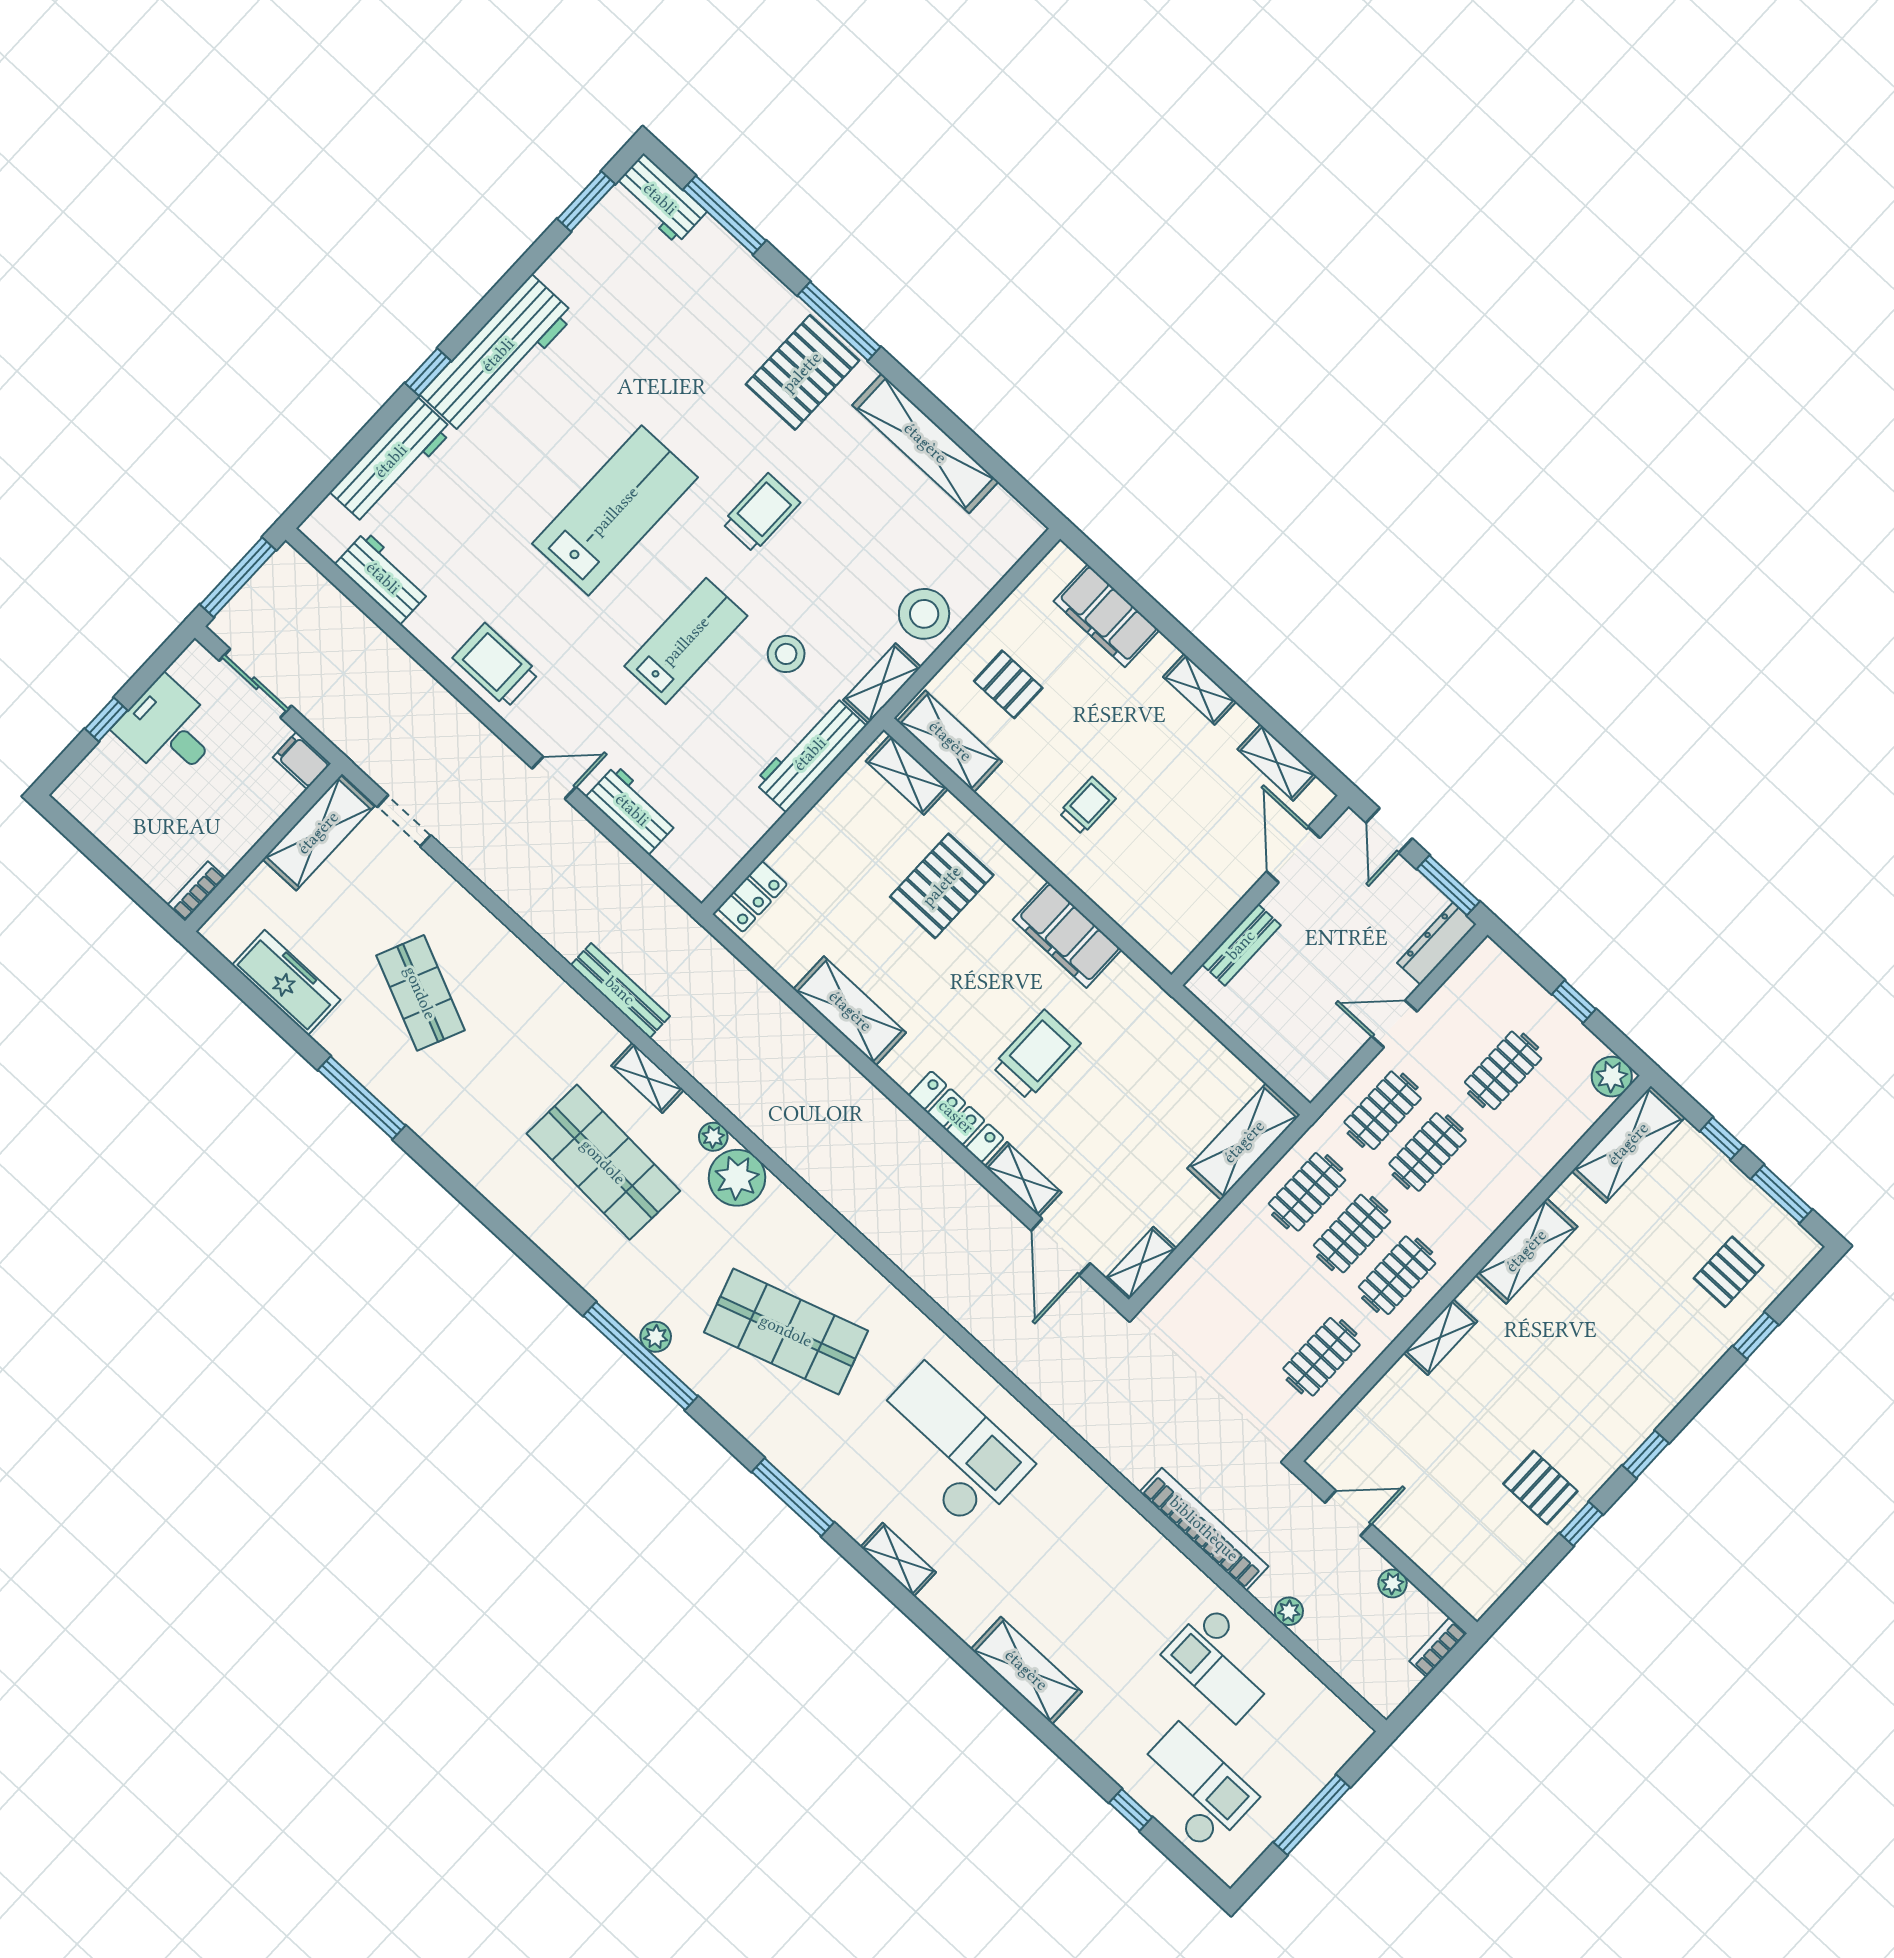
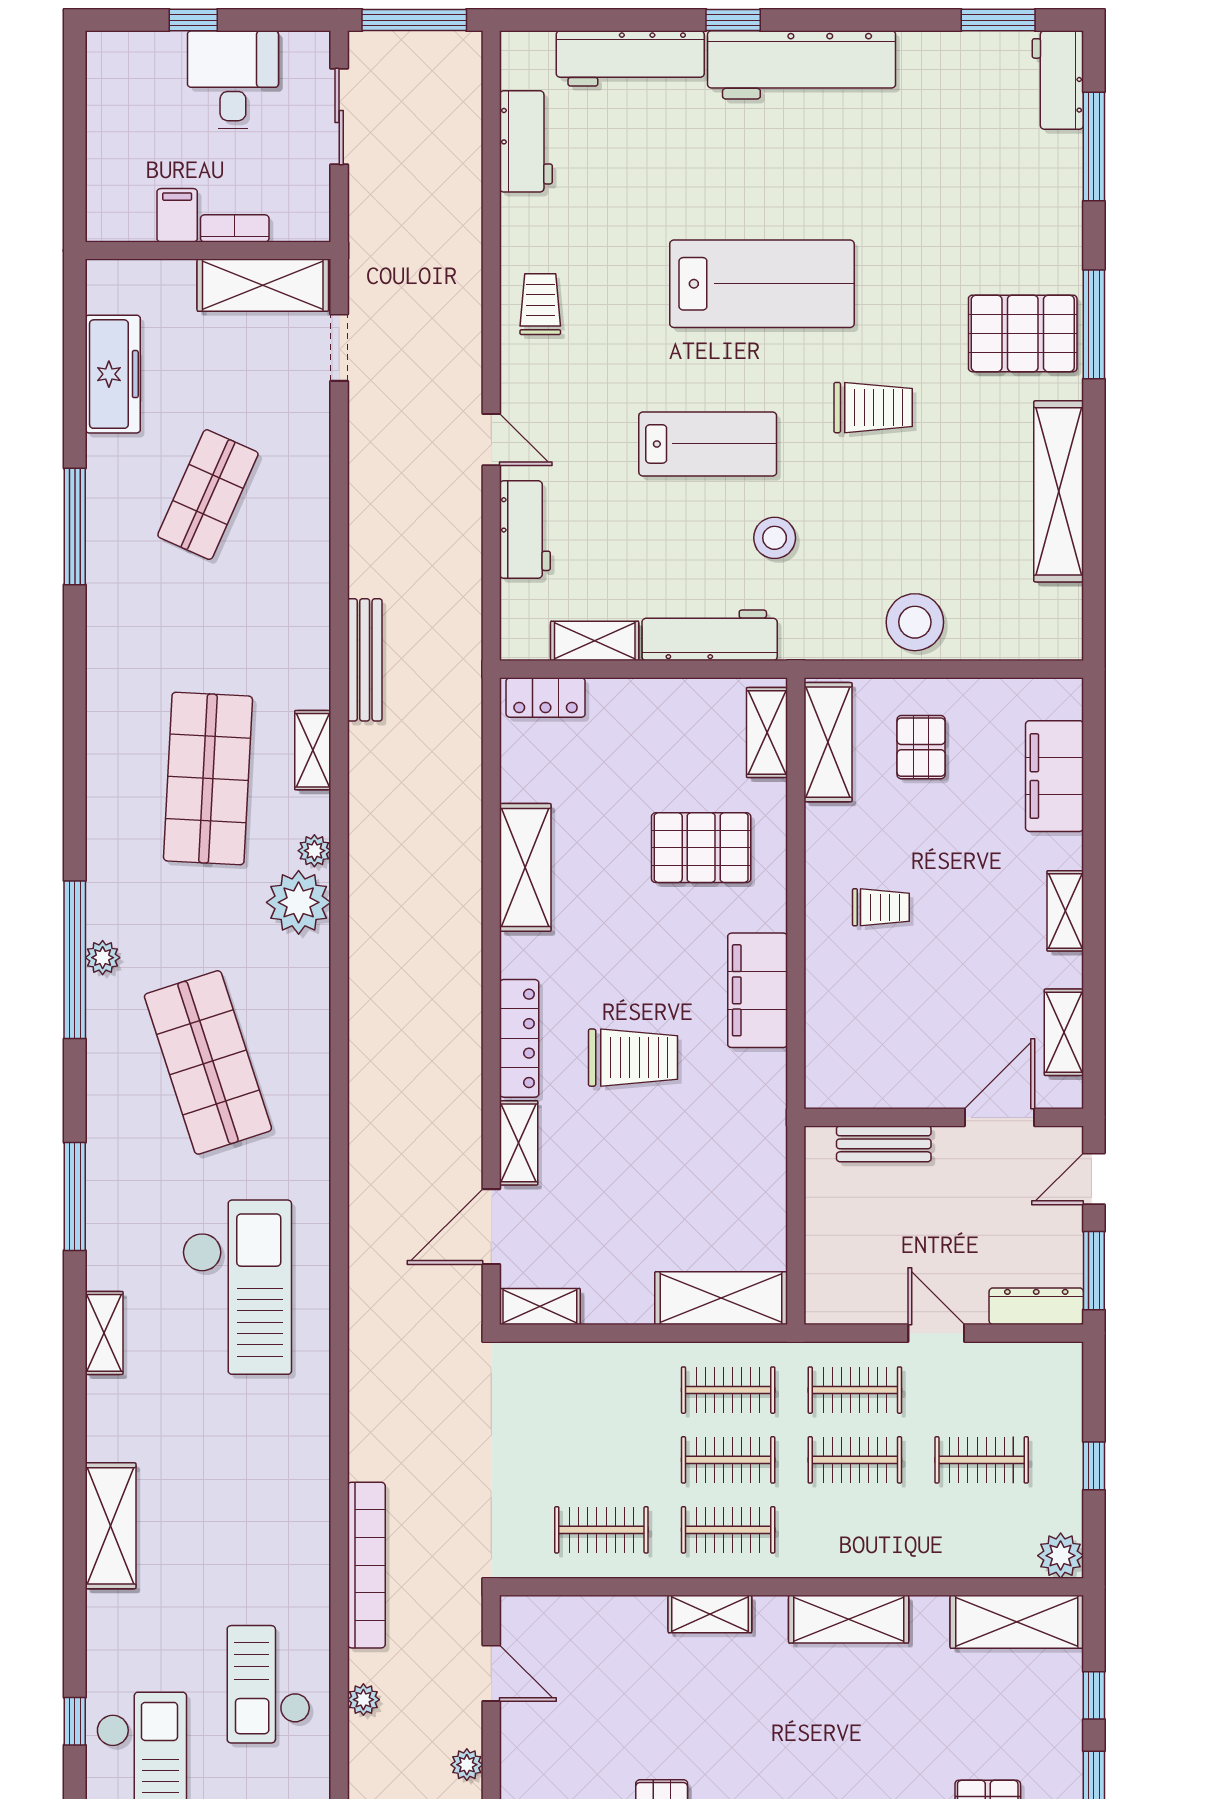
trolley: (496, 666) -> (540, 304), width x0.73, depth x0.72
shelving: (882, 683) -> (595, 641), moved
filing cabinet: (302, 760) -> (177, 215), moved
bookcase: (196, 891) -> (235, 228), moved

